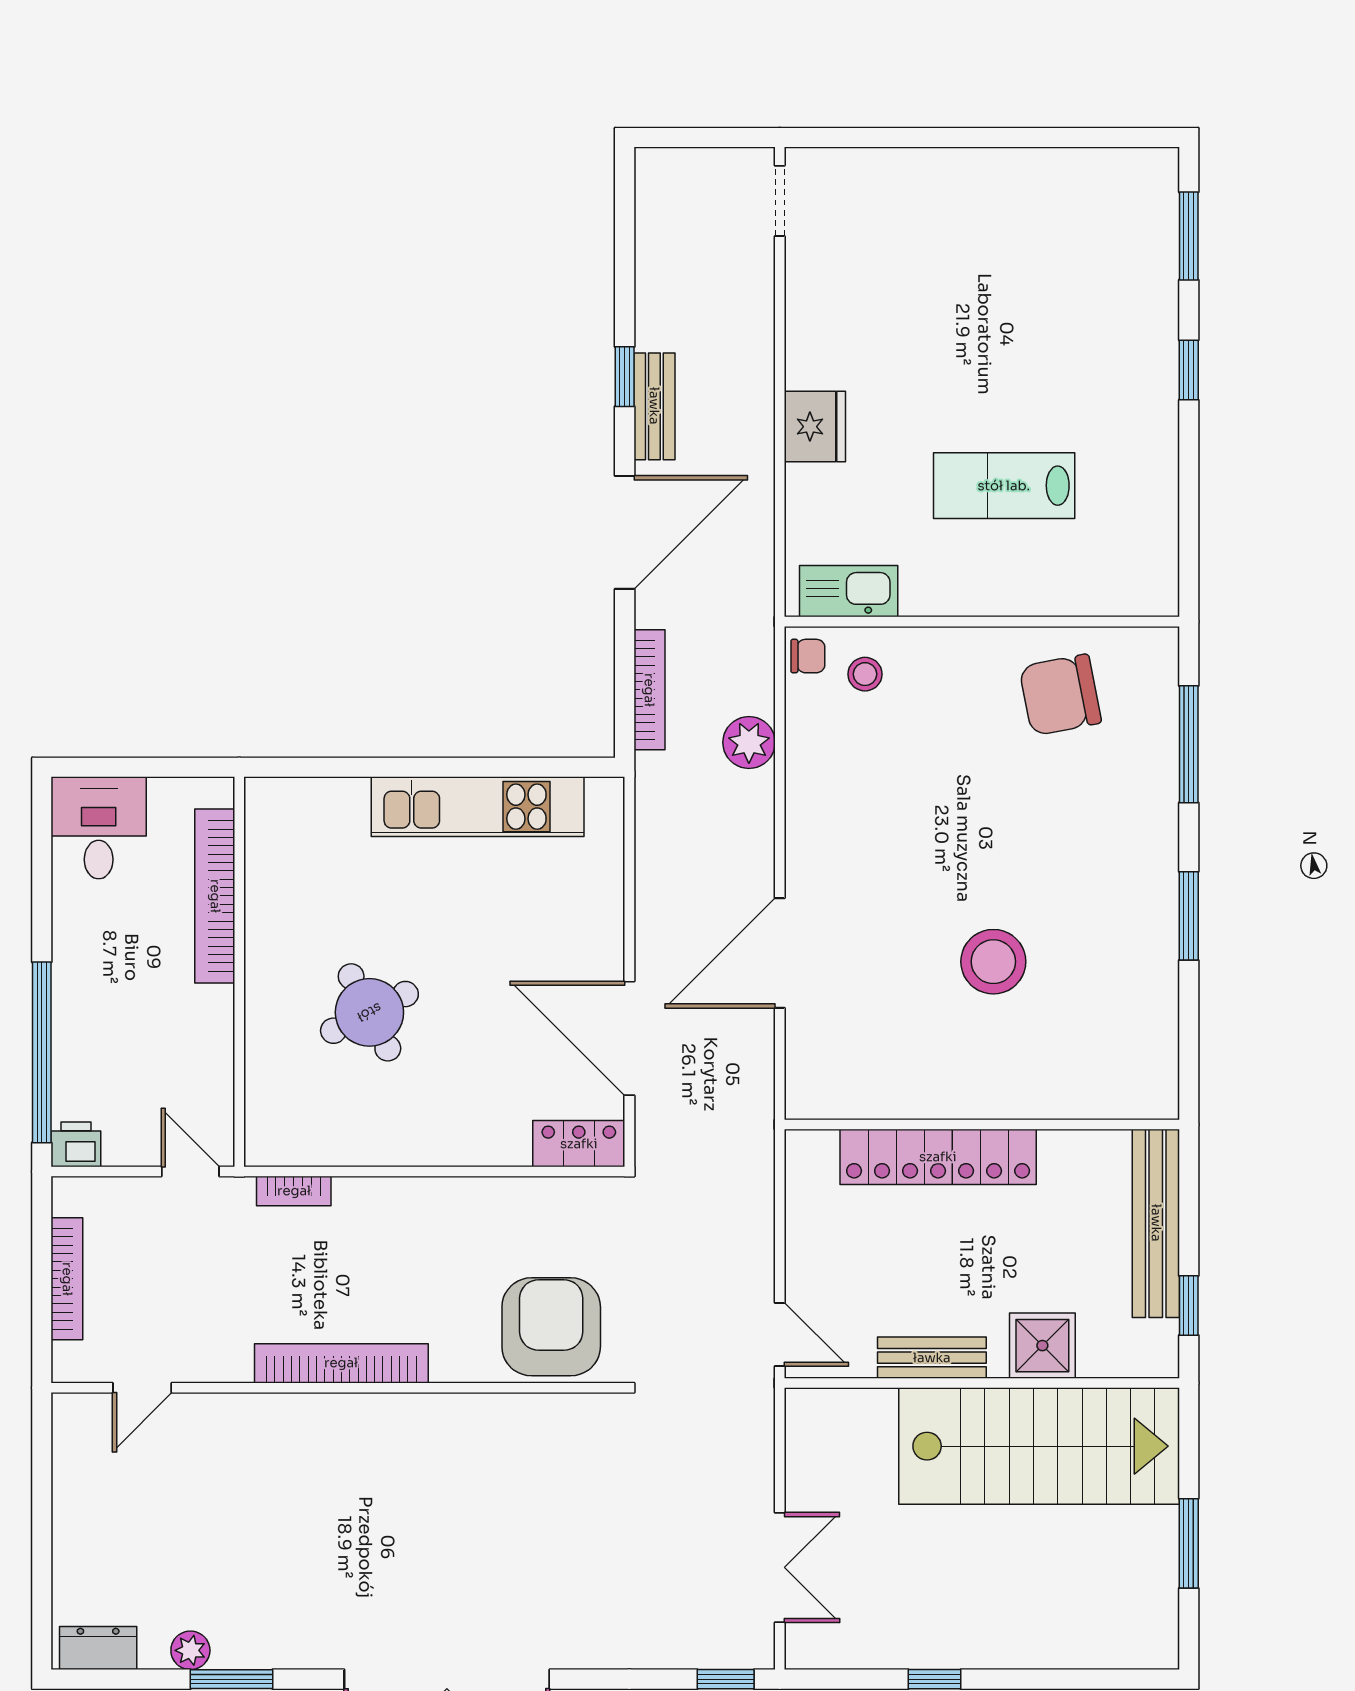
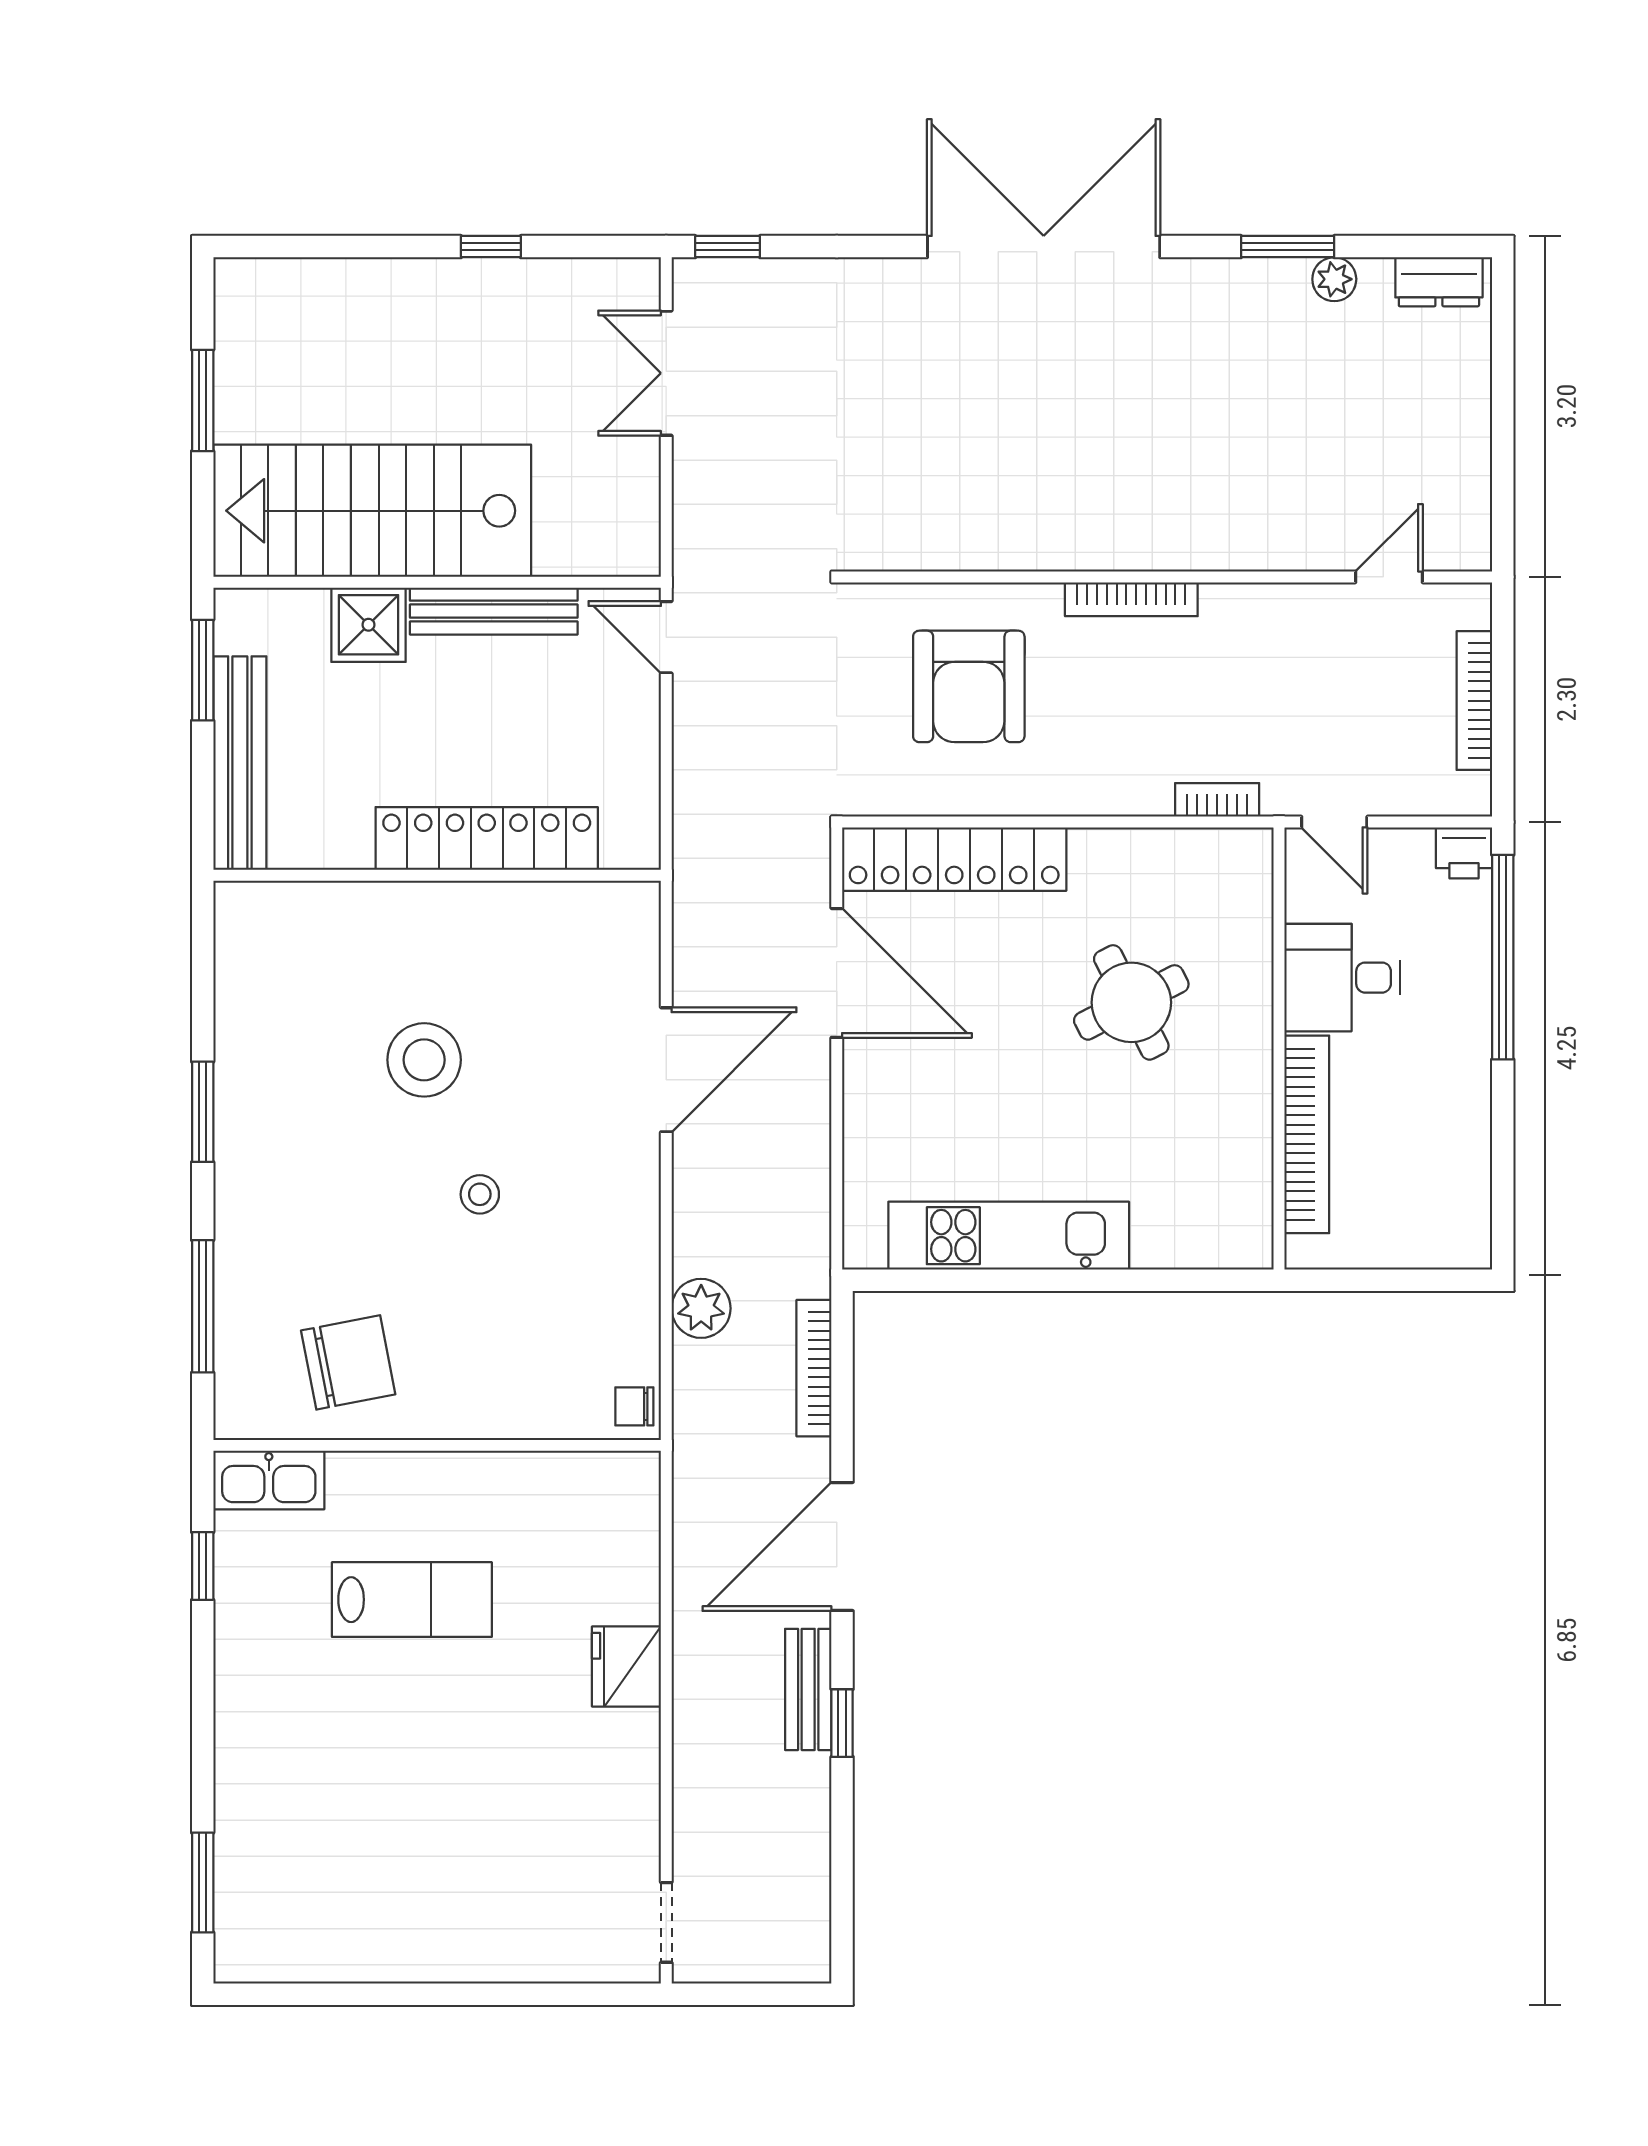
window: (1189, 370) -> (203, 1566), moved
kitchen sink: (849, 591) -> (269, 1480), moved
stool: (865, 674) -> (480, 1194), moved
desk: (99, 828) -> (1342, 978), moved, turned 90
locker: (579, 1144) -> (954, 859), width x2.16, depth x1.21
window: (1189, 1306) -> (203, 670), width x1.50
armchair: (551, 1327) -> (969, 686), moved
bench: (932, 1358) -> (494, 611), width x1.36
bookcase: (341, 1363) -> (1131, 599), width x0.68, depth x0.76

